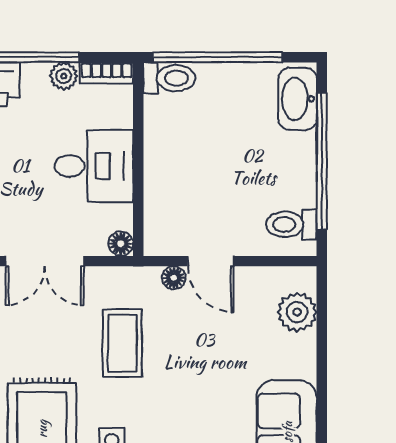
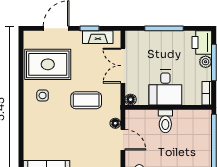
plant: (64, 76) -> (206, 62), moved
toilet: (169, 78) -> (165, 121), moved
door: (211, 261) -> (123, 140), swing flipped

